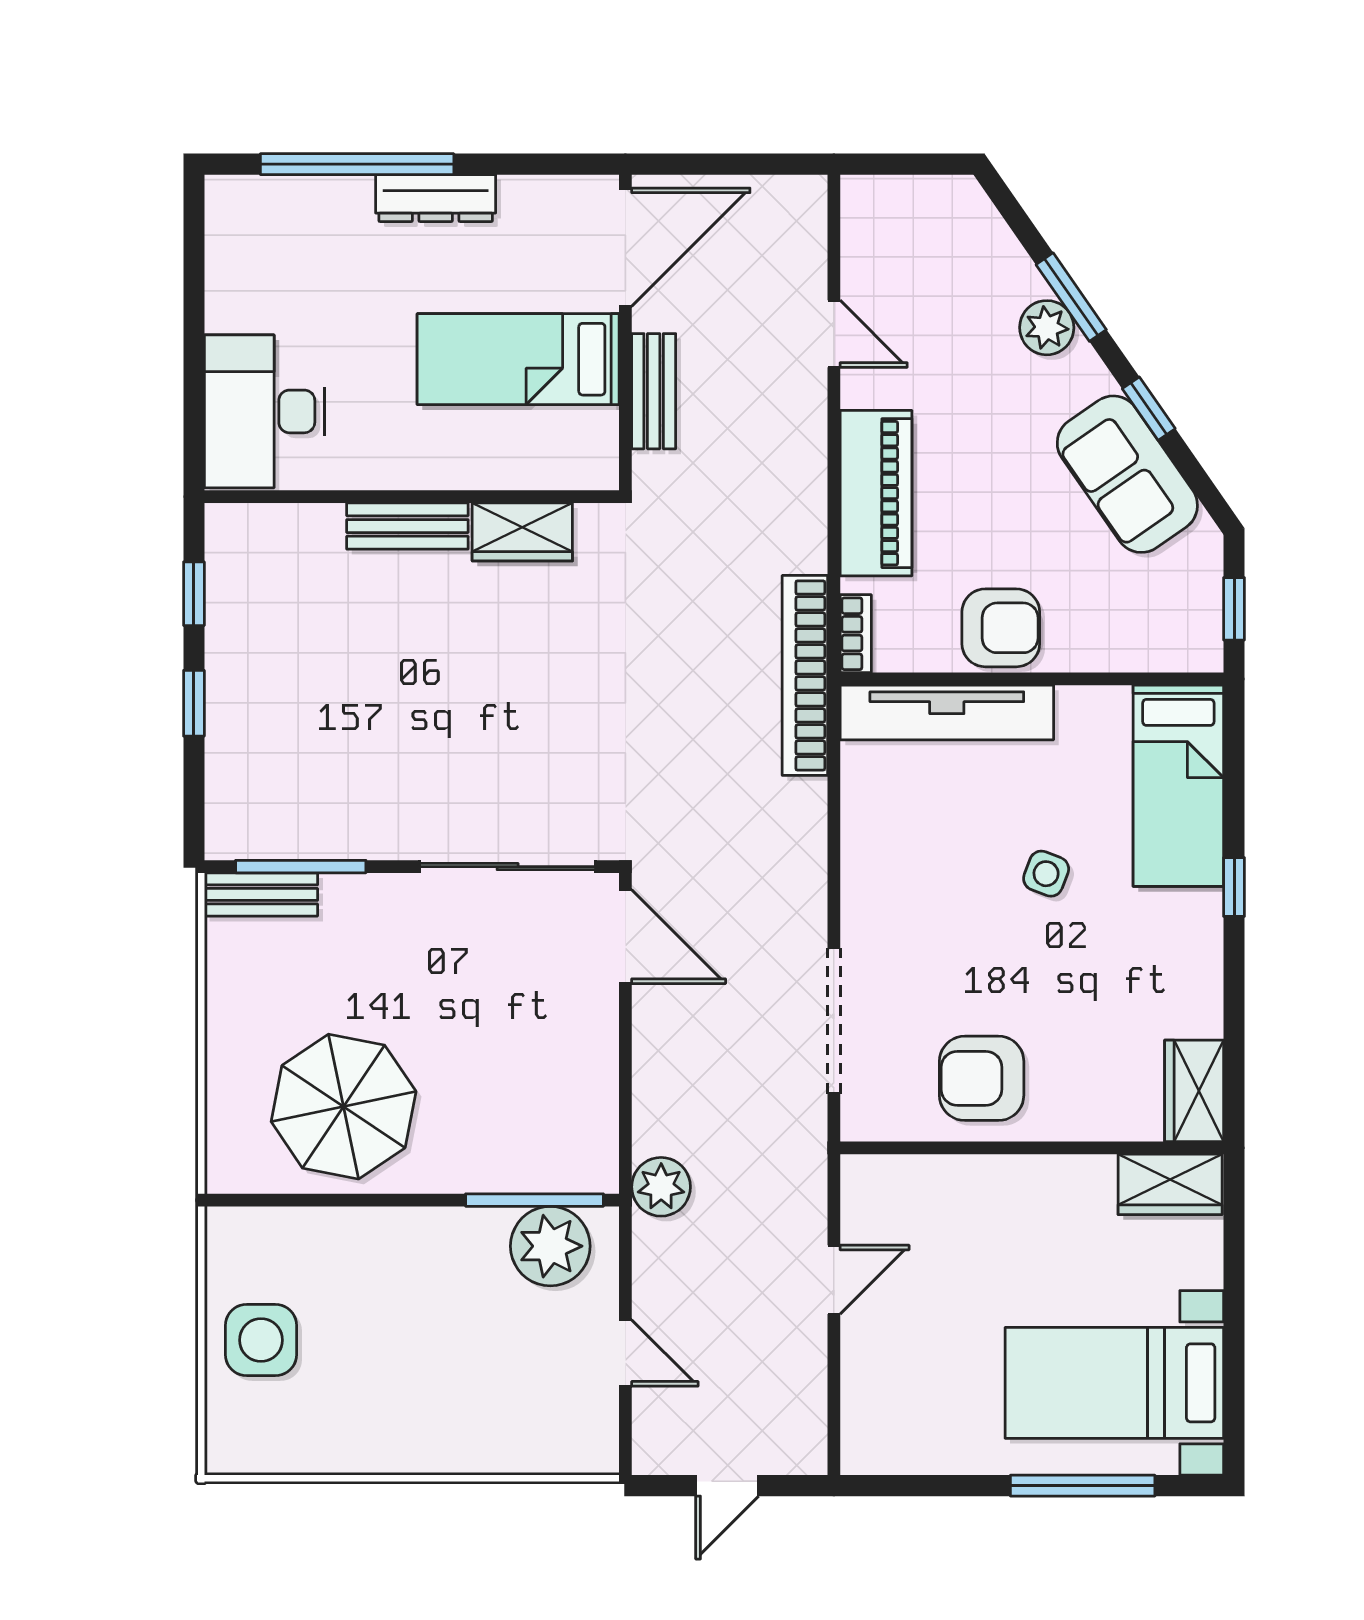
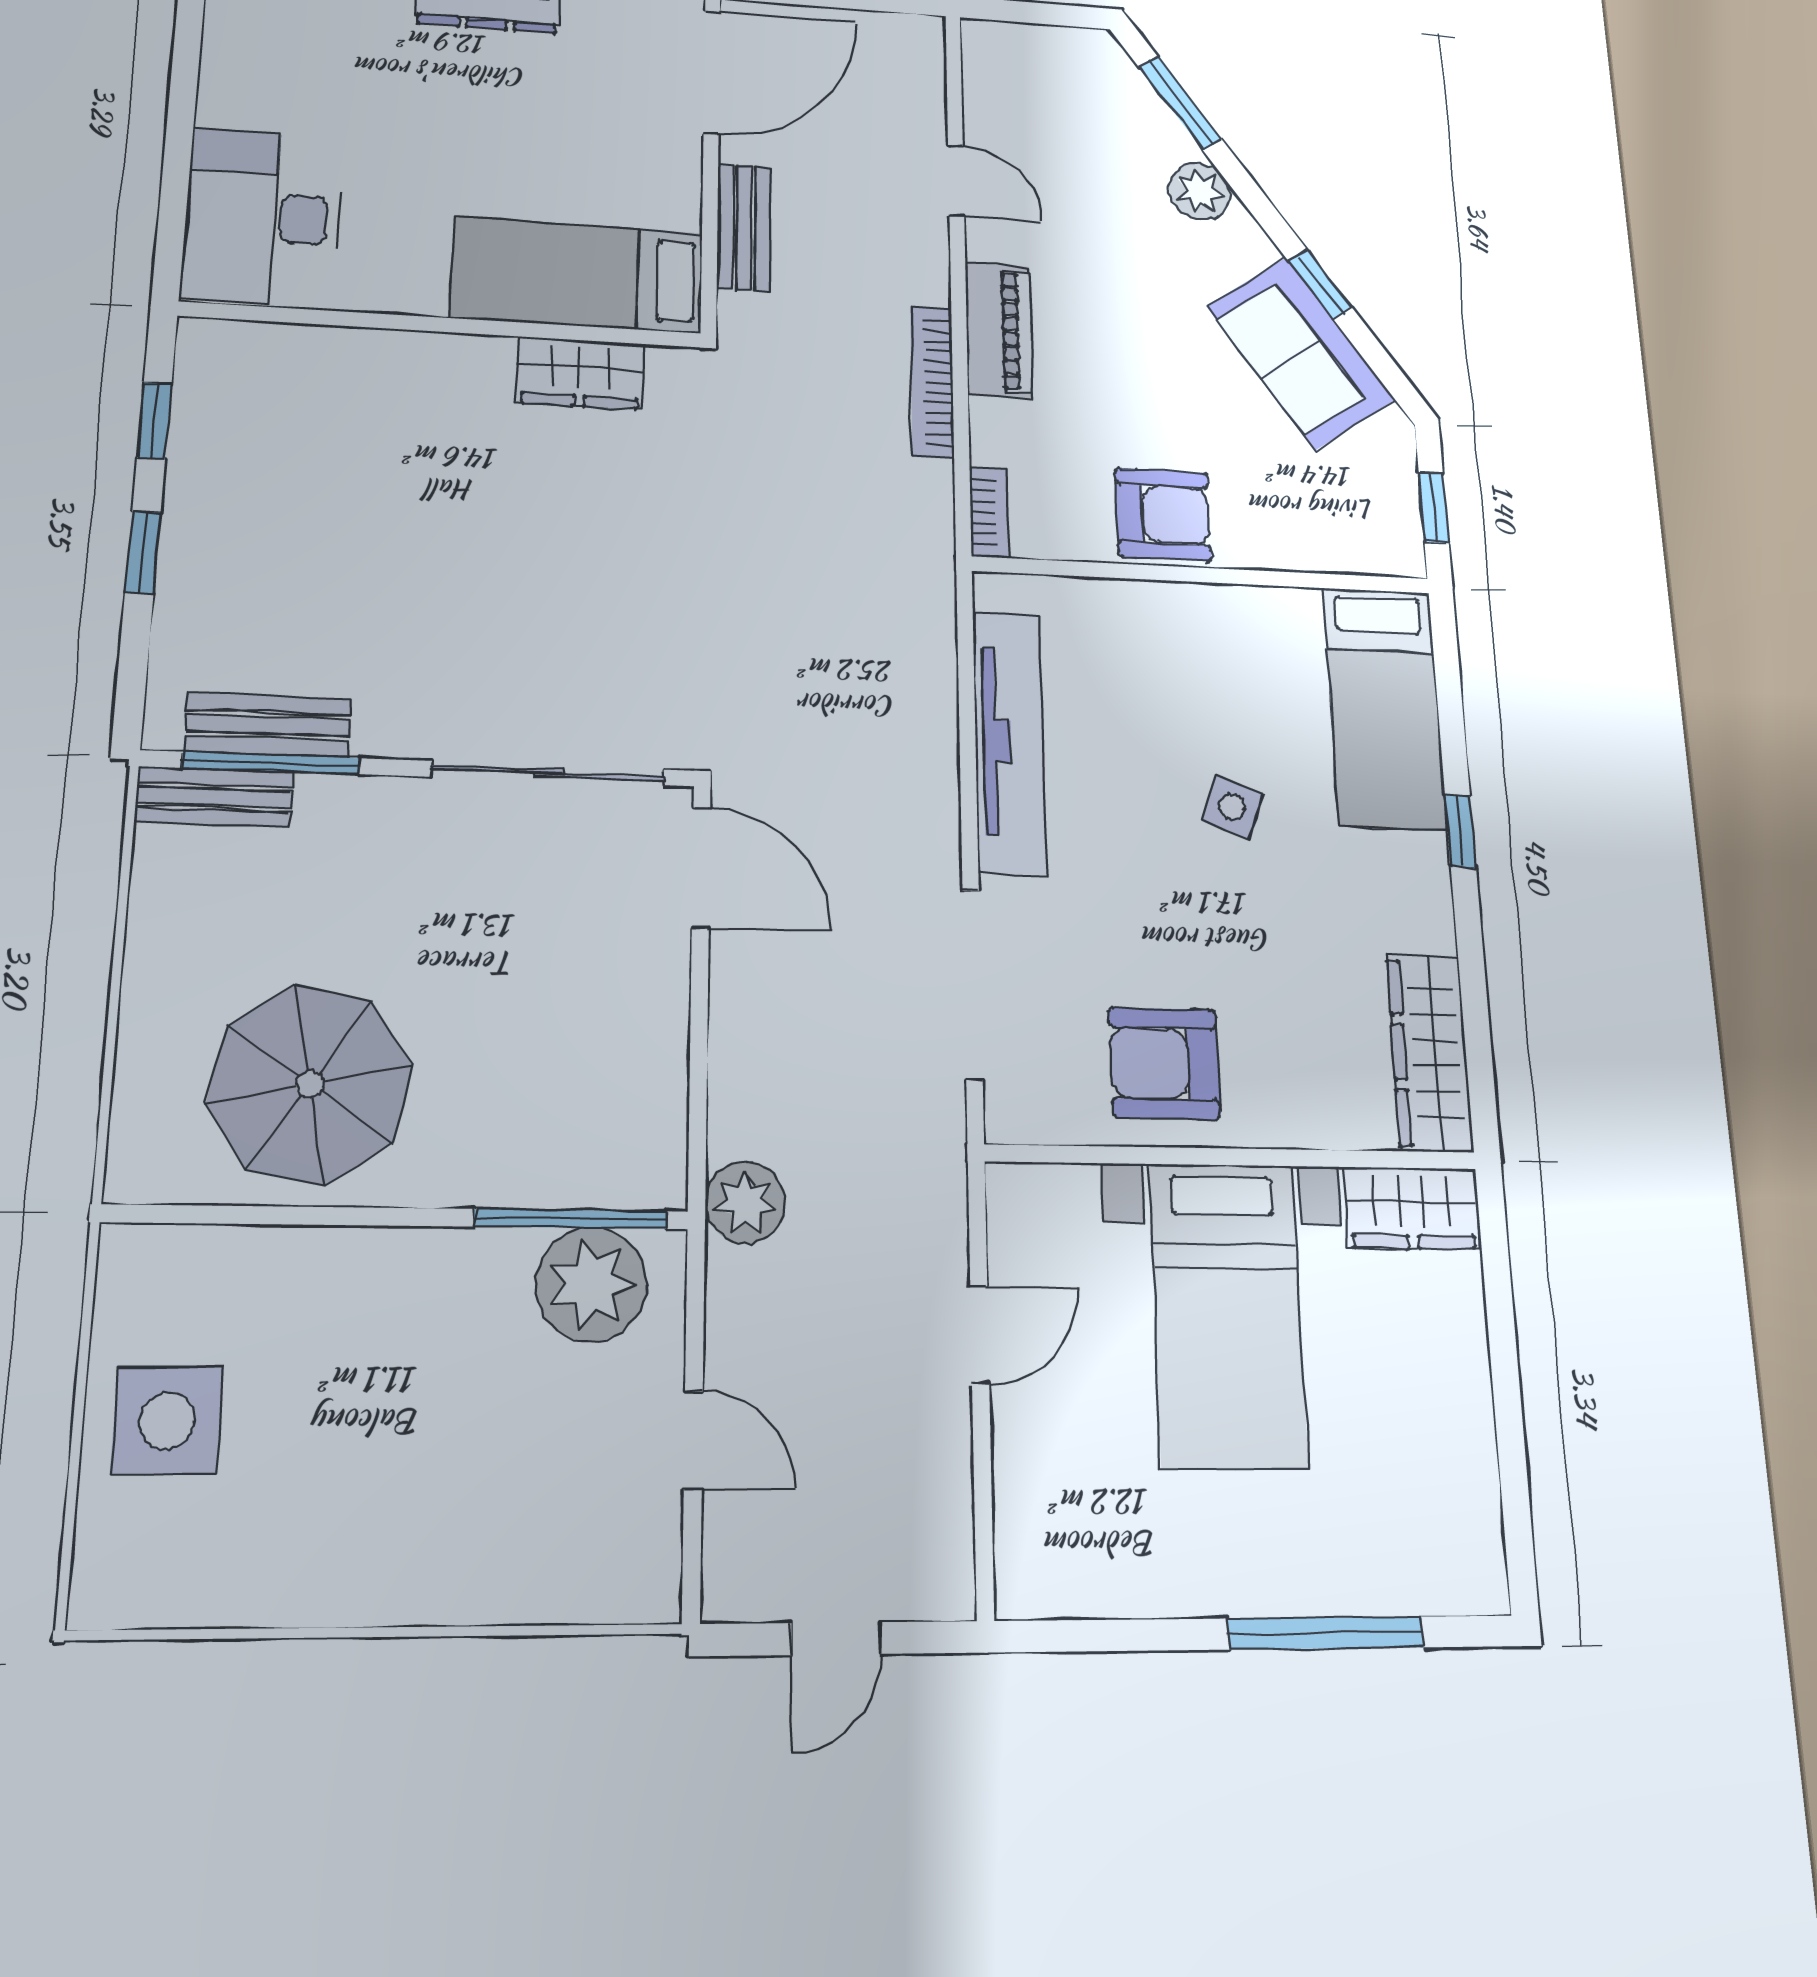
window: (1071, 297) -> (1180, 103), moved
bed: (518, 359) -> (578, 275), moved
piano: (876, 493) -> (999, 330), width x0.73, depth x0.75
bench: (407, 526) -> (268, 725), moved
bookcase: (805, 675) -> (932, 382), moved, width x0.68, depth x0.76
tv unit: (947, 713) -> (1009, 741), moved, turned -90
wardrobe: (1194, 1091) -> (1430, 1053), width x1.50
bed with nightstands: (1114, 1383) -> (1228, 1314), moved, turned -90

